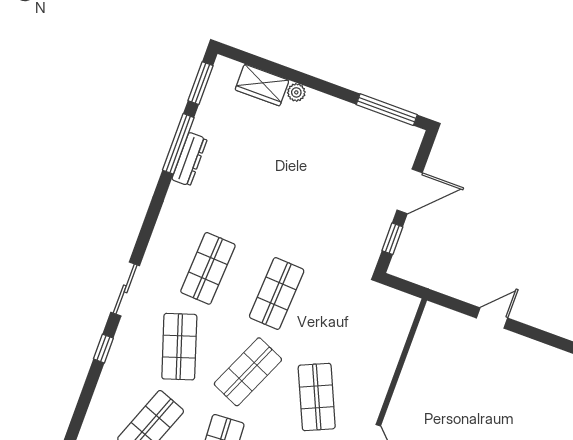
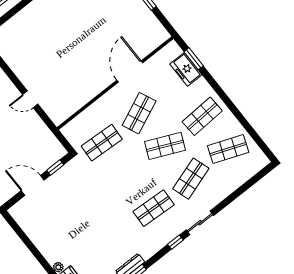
window: (387, 110) -> (19, 232), removed
shop shelf: (277, 294) -> (102, 143), moved
window: (103, 349) -> (175, 242), moved

